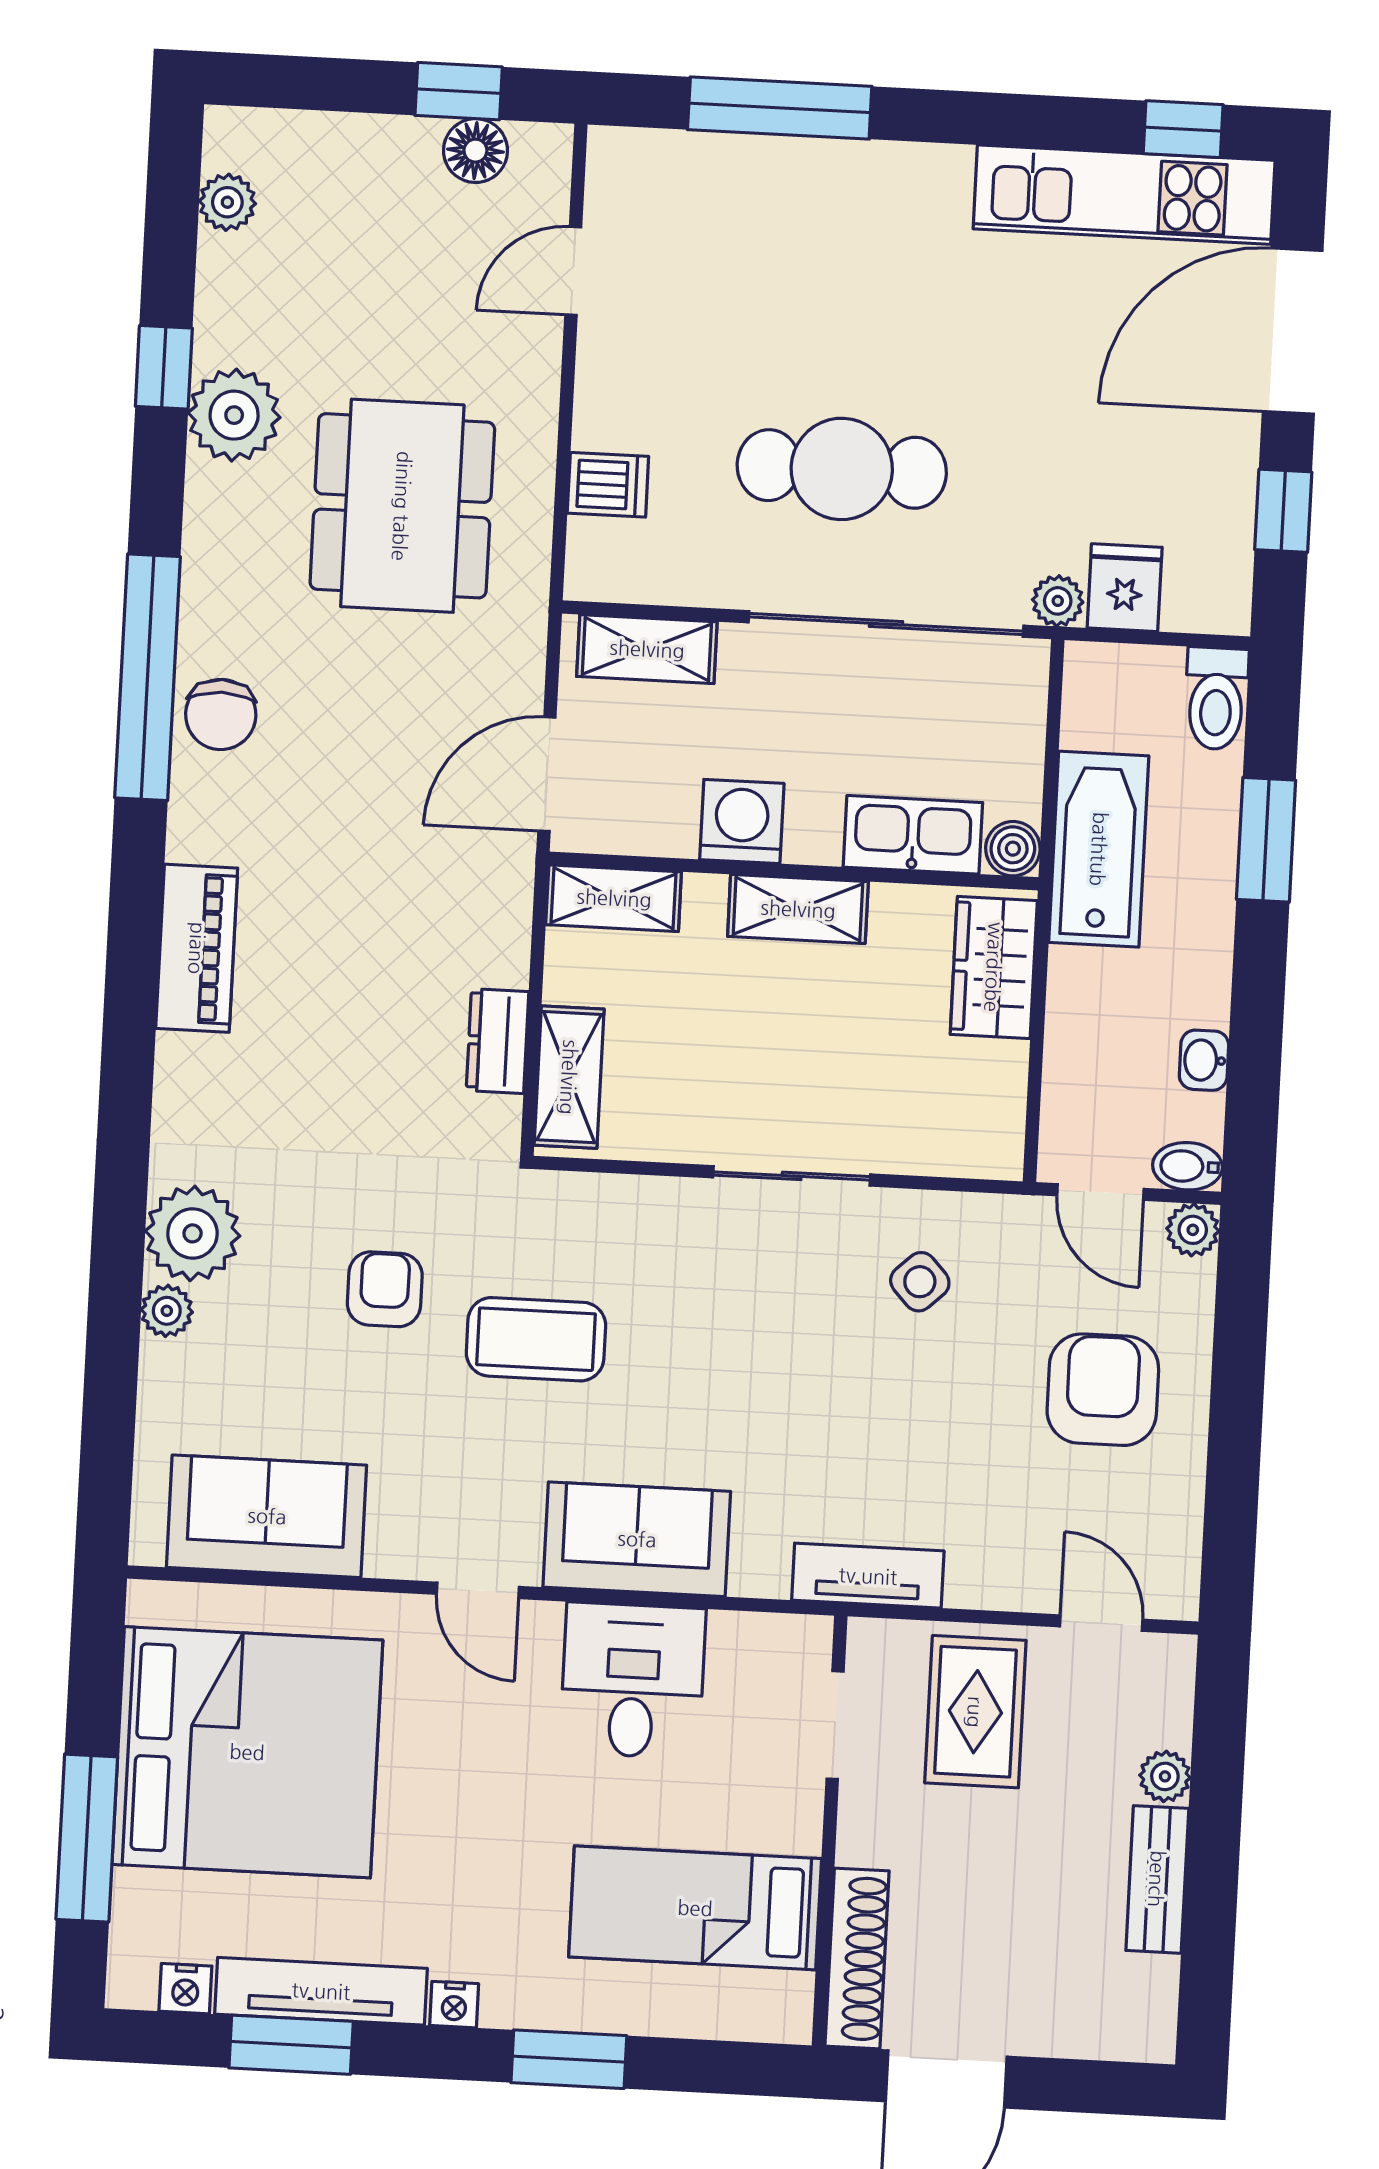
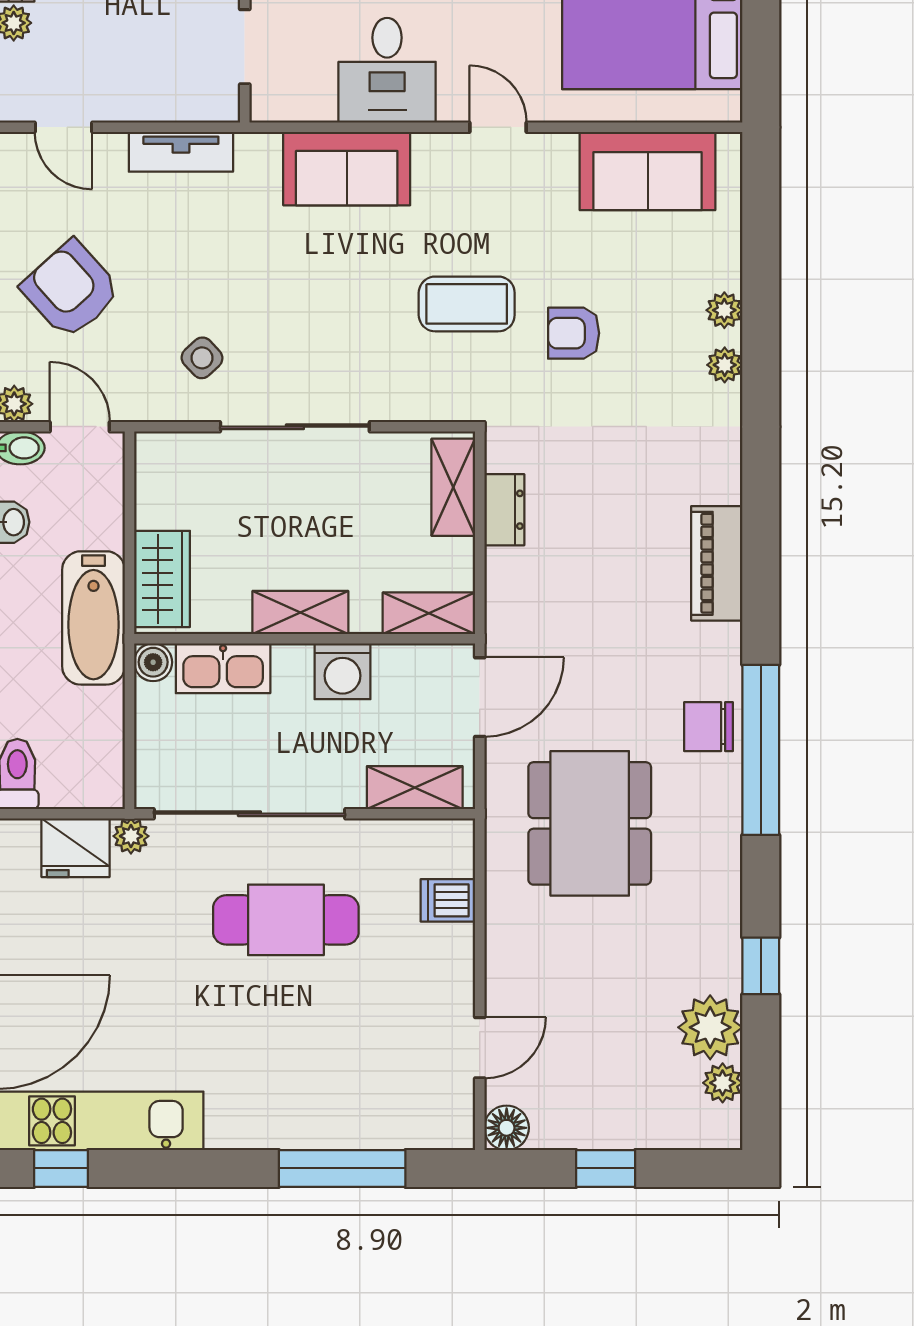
window: (459, 91) -> (606, 1168), moved
floor lamp: (475, 151) -> (507, 1128), moved
plant: (234, 415) -> (710, 1027), moved
dining table: (402, 506) -> (590, 823), moved
fridge: (1125, 588) -> (76, 848), width x1.38
chair: (221, 714) -> (708, 727), turned -90
bathtub: (1099, 849) -> (93, 618), moved
sliding door: (792, 1176) -> (295, 427), width x1.37
plant: (193, 1233) -> (725, 365), width x0.53, depth x0.53
armchair: (385, 1289) -> (574, 333), turned 90
armchair: (1103, 1390) -> (71, 289), turned 138
sofa: (637, 1539) -> (347, 169), moved
tv unit: (868, 1576) -> (181, 152), moved
rug: (975, 1712) -> (148, 61), removed

